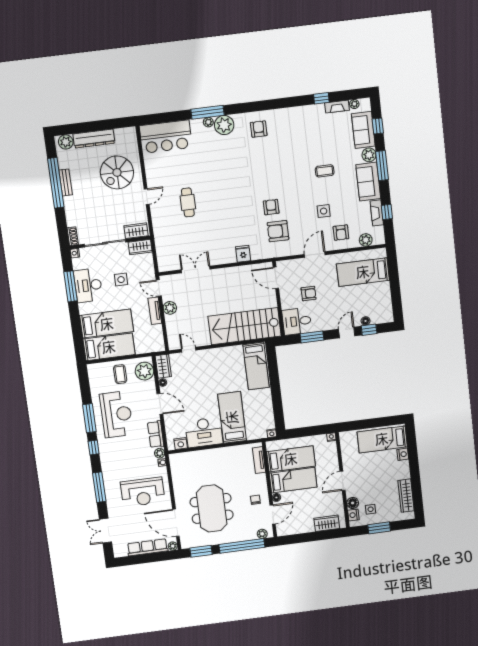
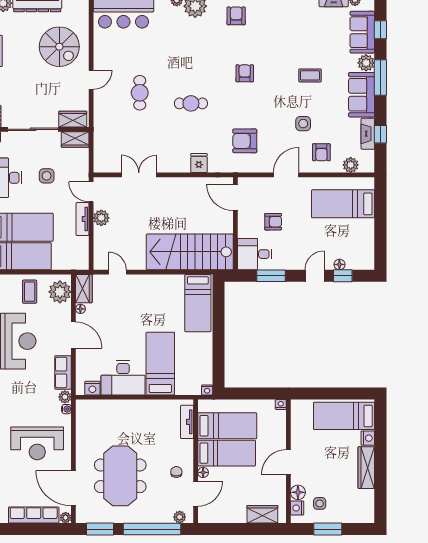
spiral stairs: (117, 172) -> (59, 47), turned -90
cafe table: (231, 206) -> (191, 103), added
armchair: (271, 207) -> (245, 73), moved
wardrobe: (406, 496) -> (366, 468), moved

